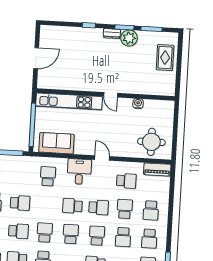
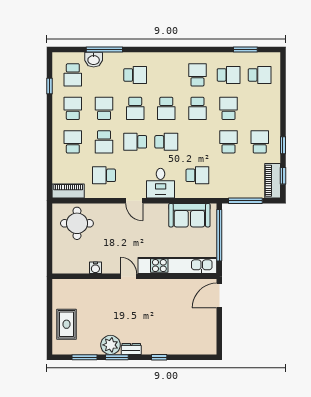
door: (36, 58) -> (219, 295), moved
school desk: (48, 176) -> (197, 175), turned -90
school desk: (20, 203) -> (229, 142), turned 90
school desk: (18, 231) -> (229, 108), turned 90

